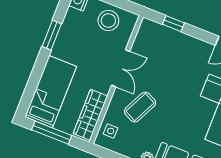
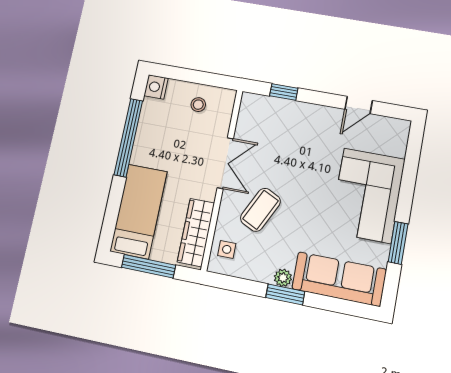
stool: (108, 20) -> (198, 105), width x0.53, depth x0.53
window: (52, 35) -> (128, 138), width x2.11

